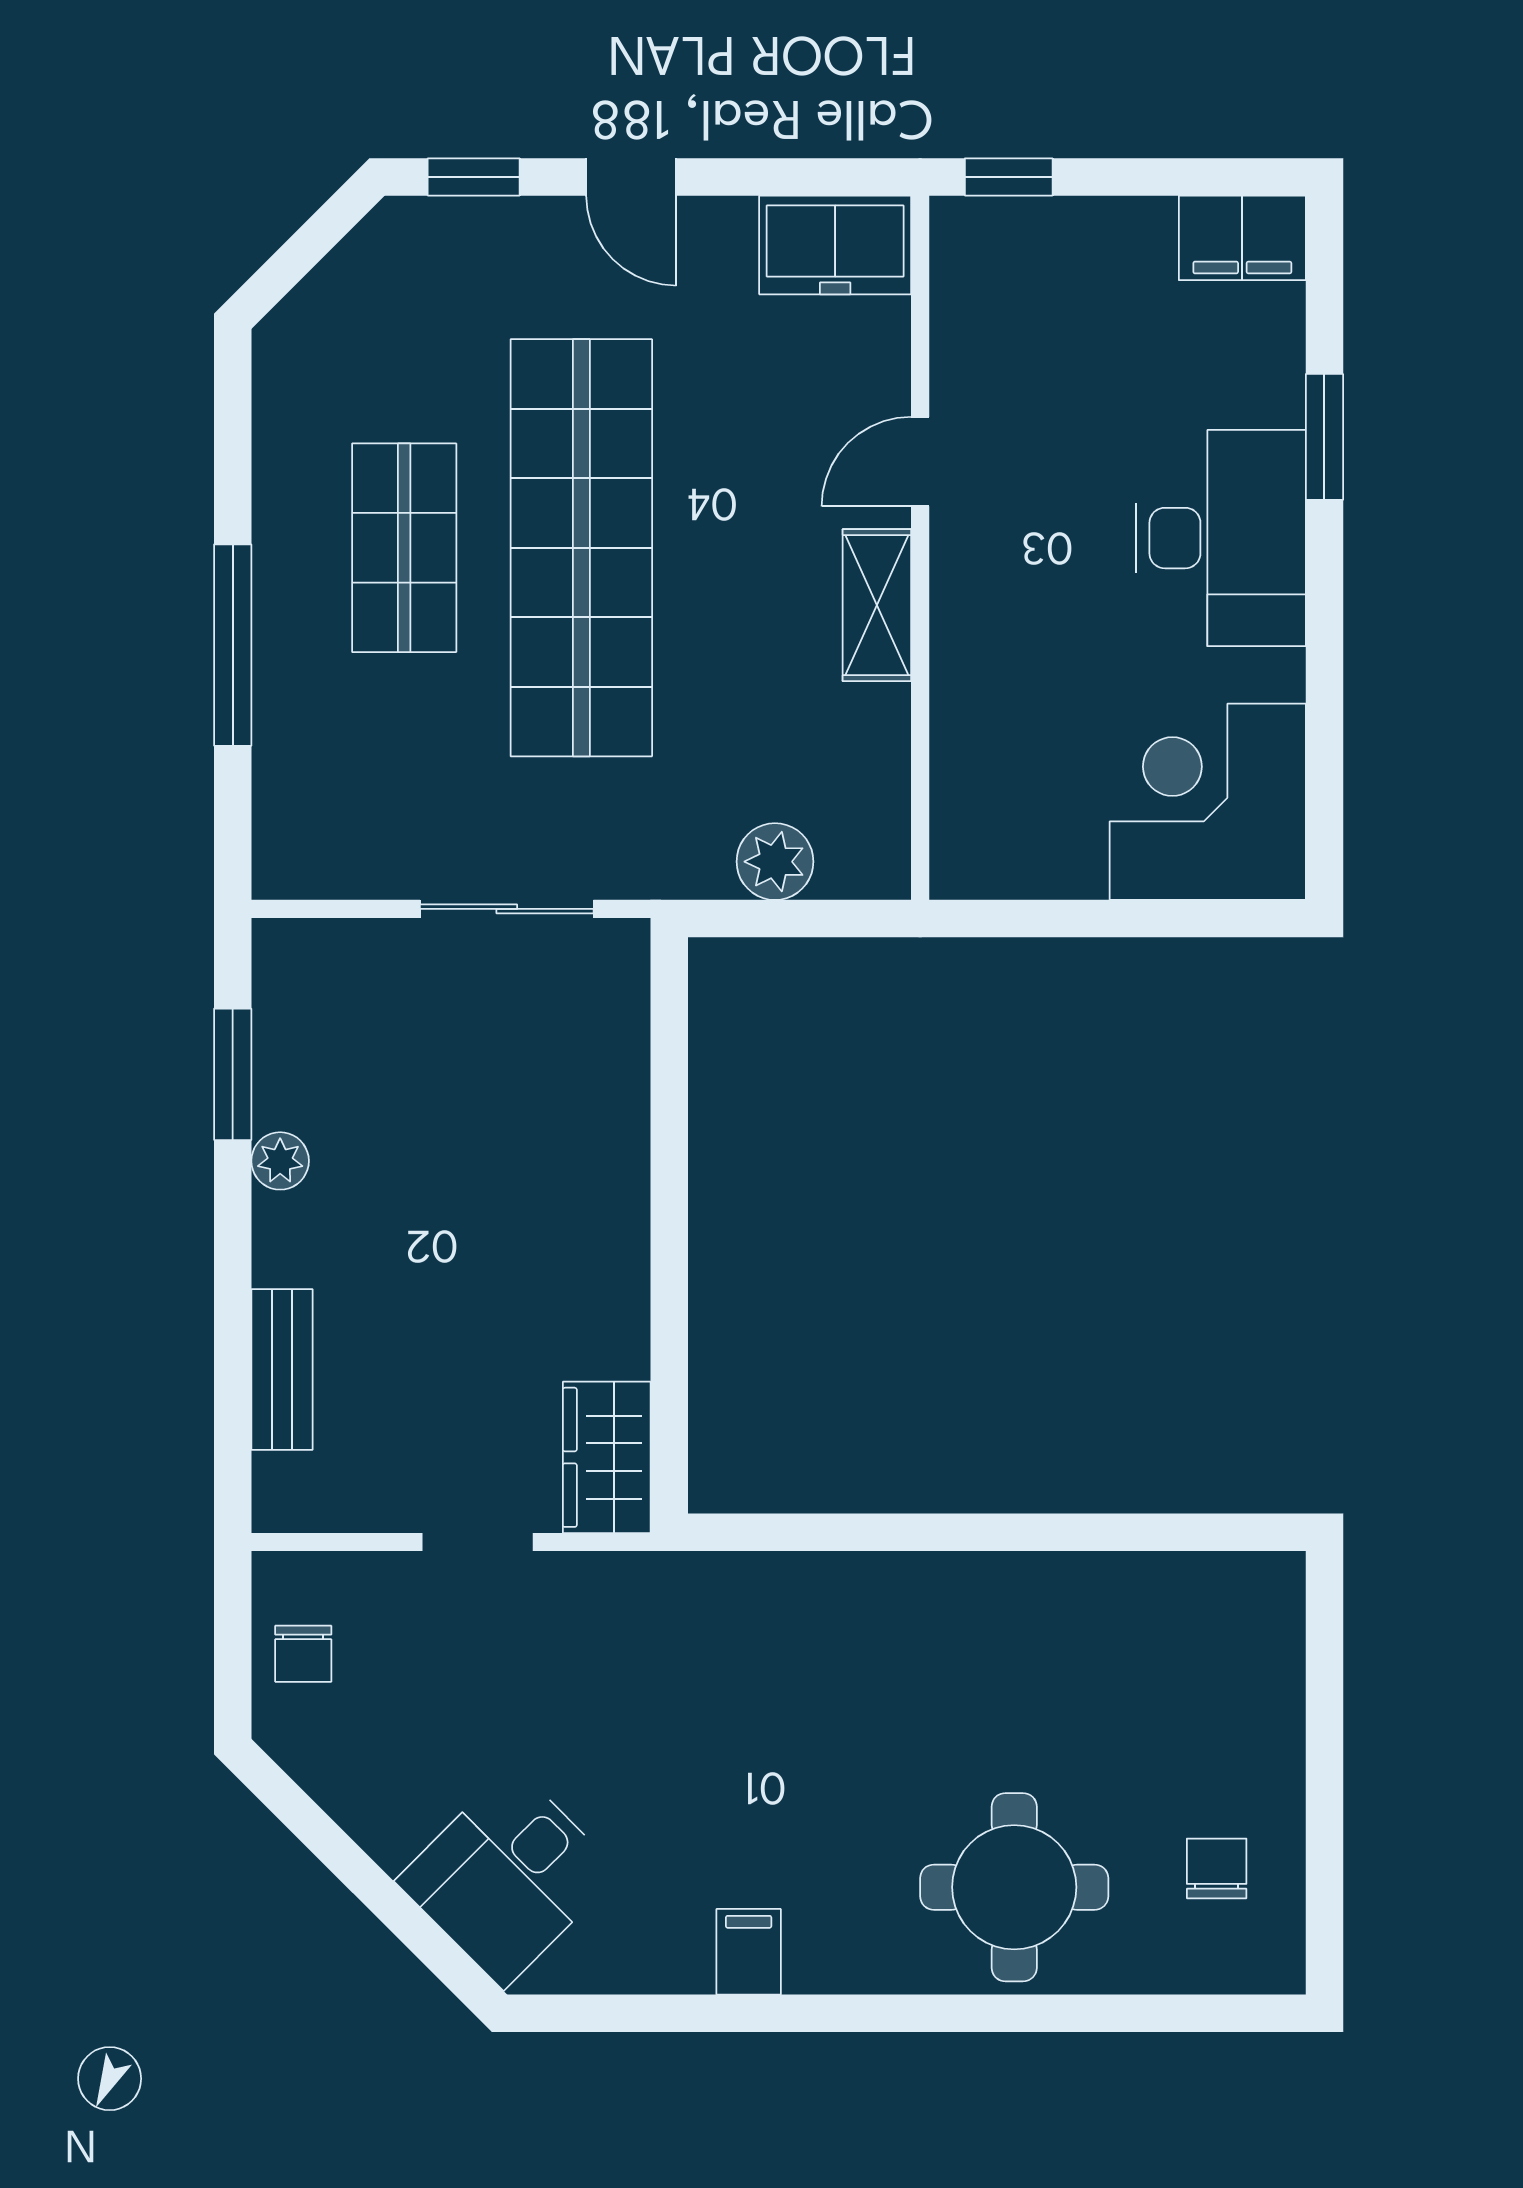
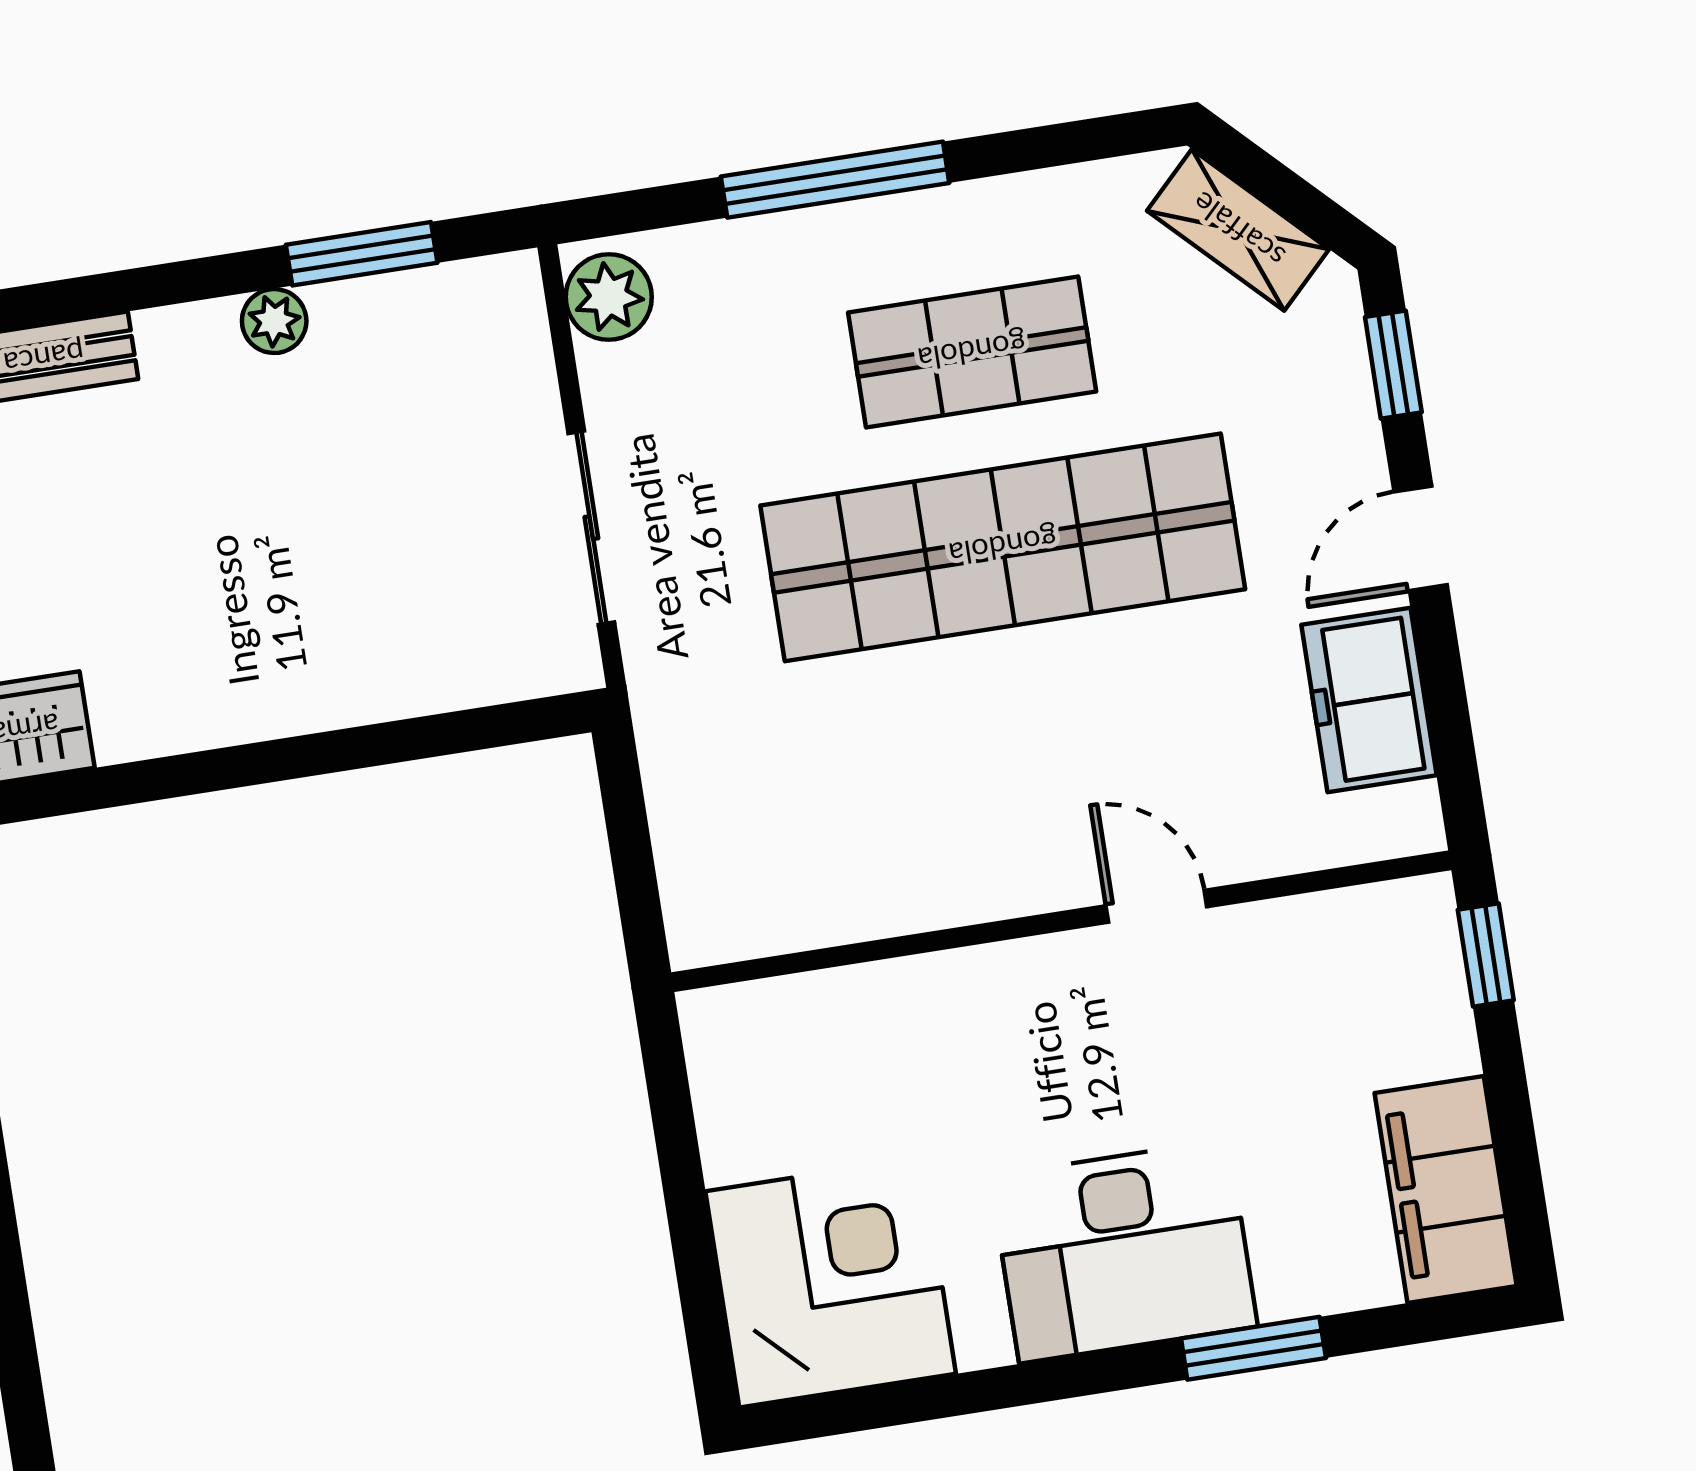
filing cabinet: (1242, 238) -> (1446, 1189), width x1.50, depth x1.17
freezer: (835, 245) -> (1369, 700), moved
shelving: (877, 605) -> (1238, 230), moved, turned 45
plant: (775, 862) -> (609, 297), moved

